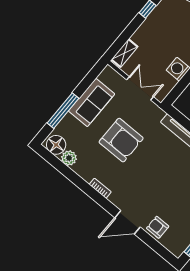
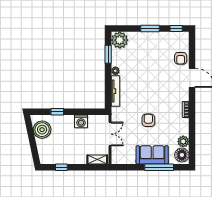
double door: (140, 88) -> (110, 134), swing flipped
sofa: (92, 102) -> (152, 155), moved
armchair: (121, 140) -> (148, 120), width x0.53, depth x0.53

